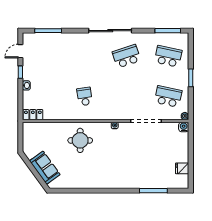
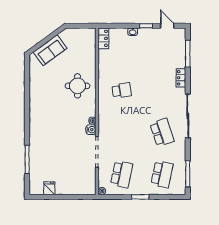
locker: (72, 37) -> (181, 78), added
water cooler: (184, 127) -> (91, 130), moved

